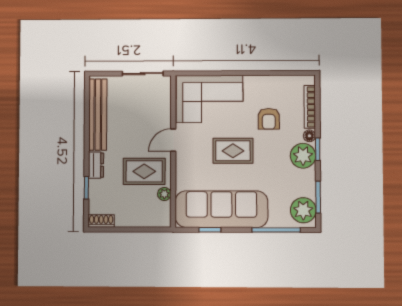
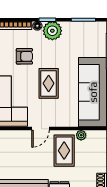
door: (173, 140) -> (40, 129), hinge flipped
plant: (303, 210) -> (93, 31), removed

